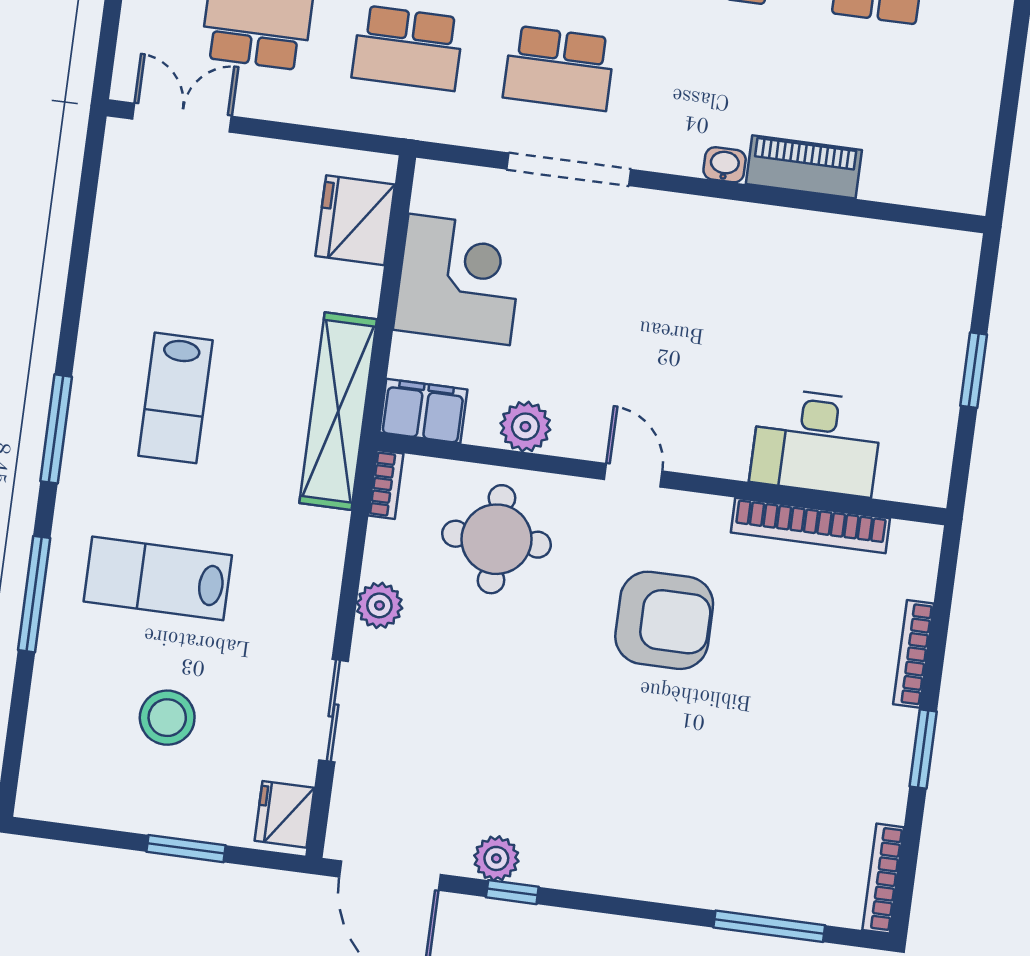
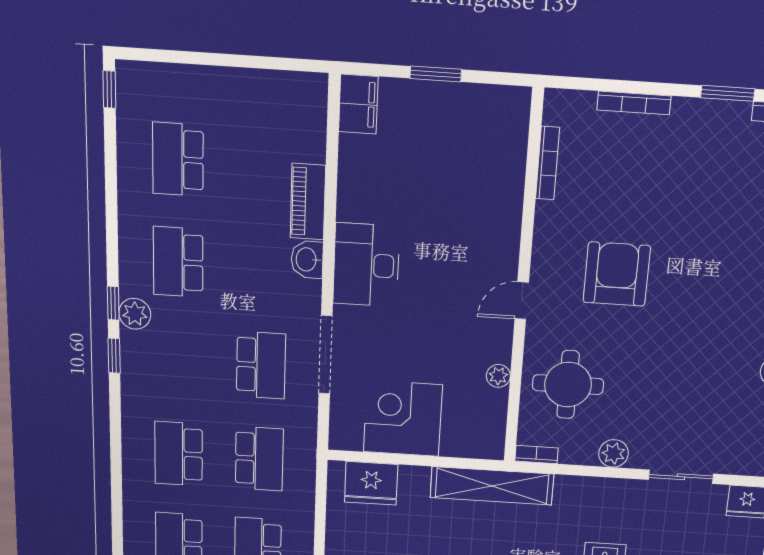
washbasin: (725, 165) -> (307, 260), width x1.38, depth x1.45
filing cabinet: (423, 411) -> (358, 104), moved, turned 180
plant: (525, 427) -> (498, 376), width x0.73, depth x0.73
desk: (816, 442) -> (366, 265), moved, turned 180
bookcase: (810, 525) -> (548, 163), width x0.68, depth x0.76
window: (923, 749) -> (728, 93), moved

